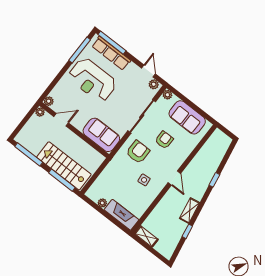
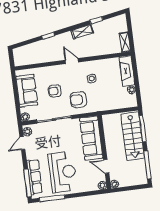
sofa: (101, 135) -> (91, 138), width x1.36
door: (174, 178) -> (72, 61), hinge flipped

